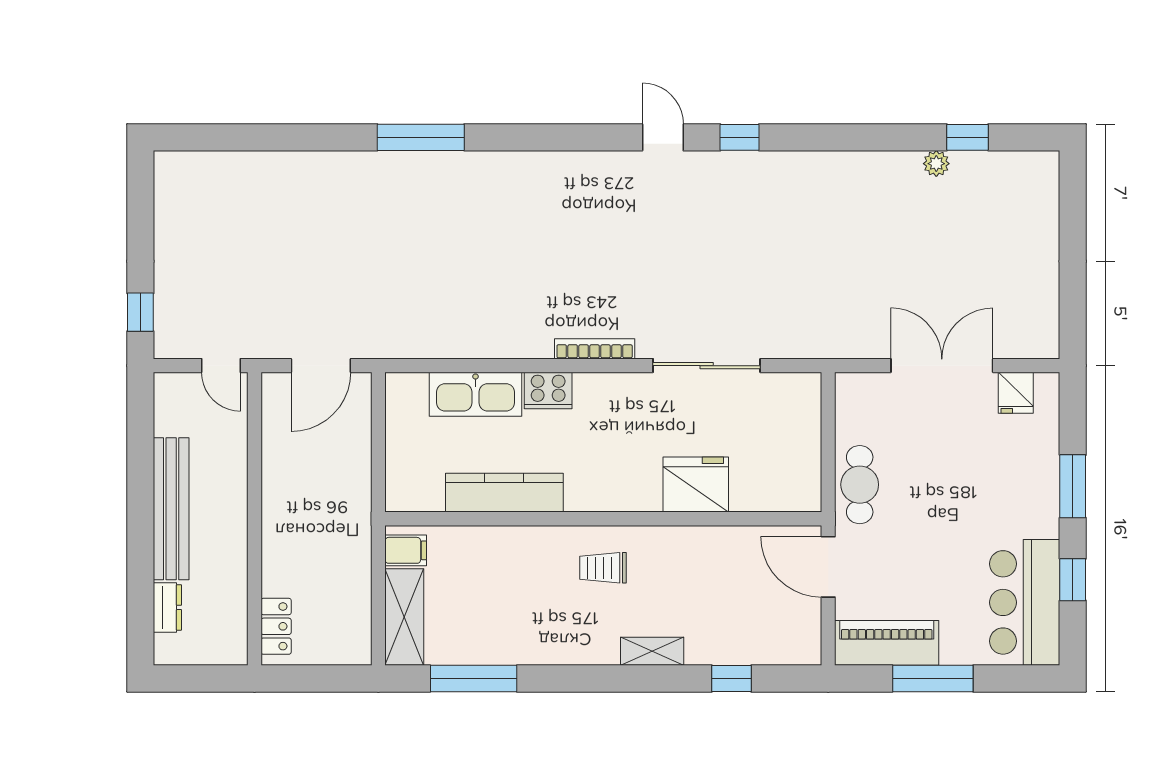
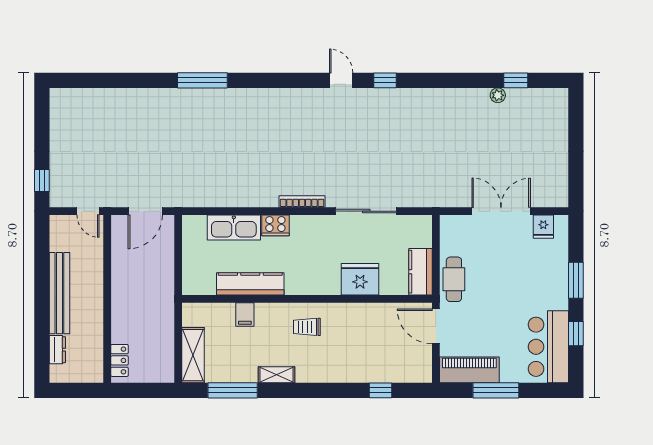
kitchen counter: (801, 471) -> (420, 272), added
filing cabinet: (406, 550) -> (245, 314), moved, turned 90
shelving: (652, 651) -> (276, 375), moved

